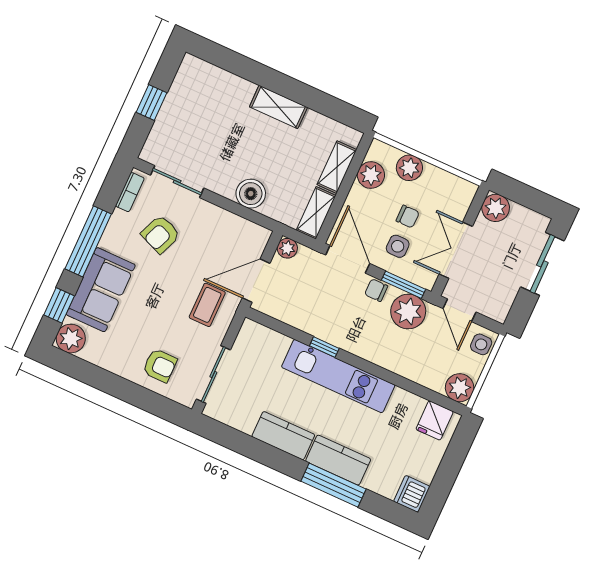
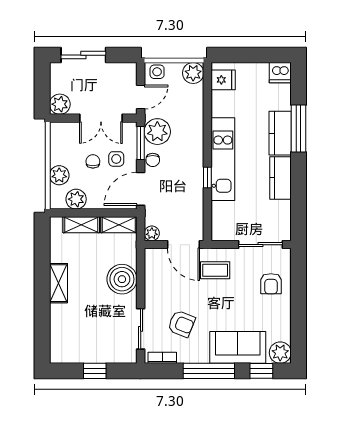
boiler: (251, 194) -> (122, 279), width x1.37, depth x1.37
armchair: (160, 366) -> (271, 284), turned 180

